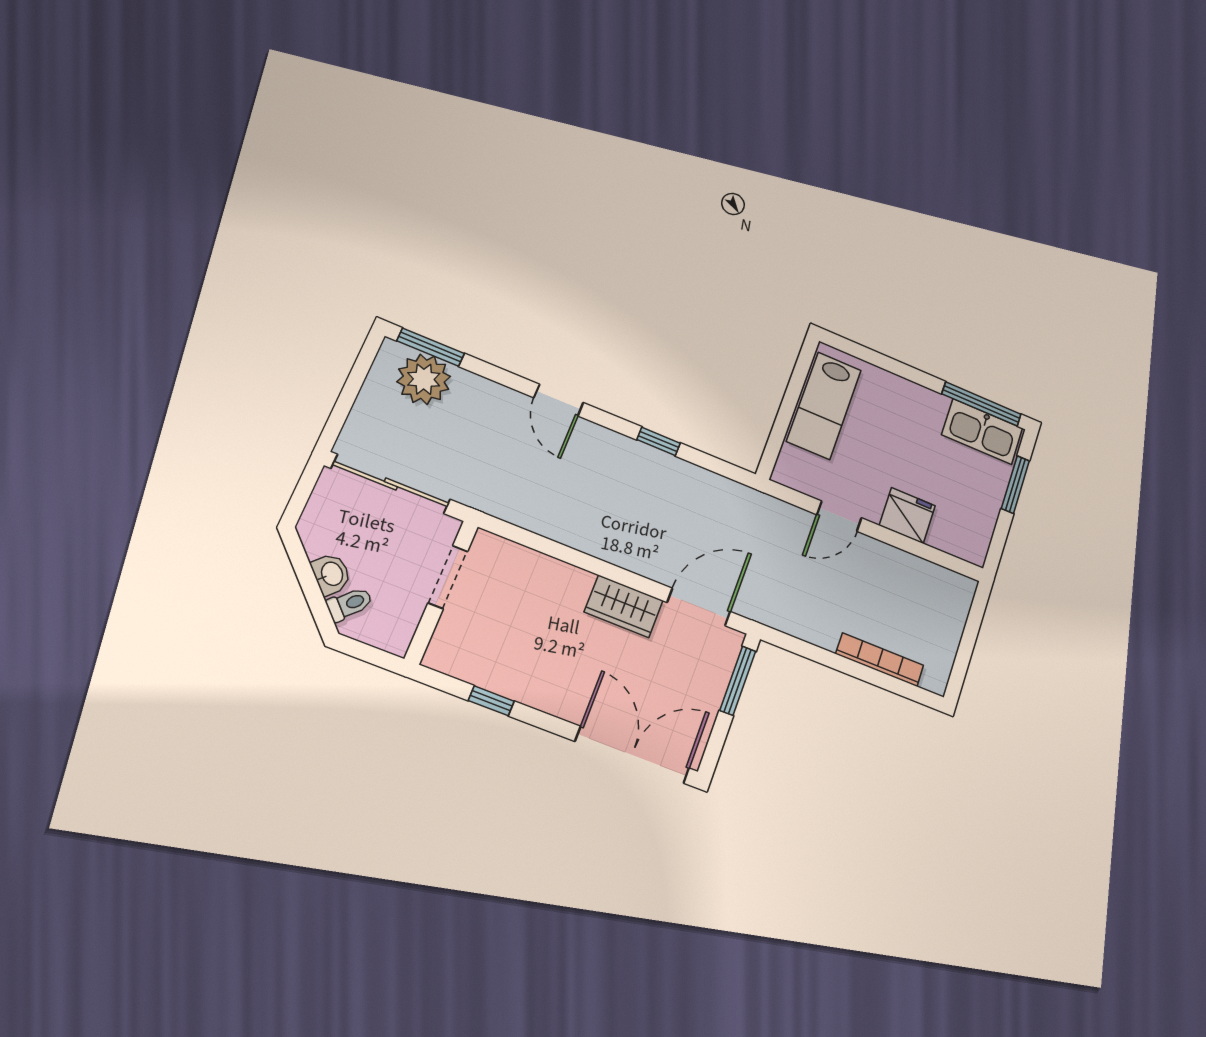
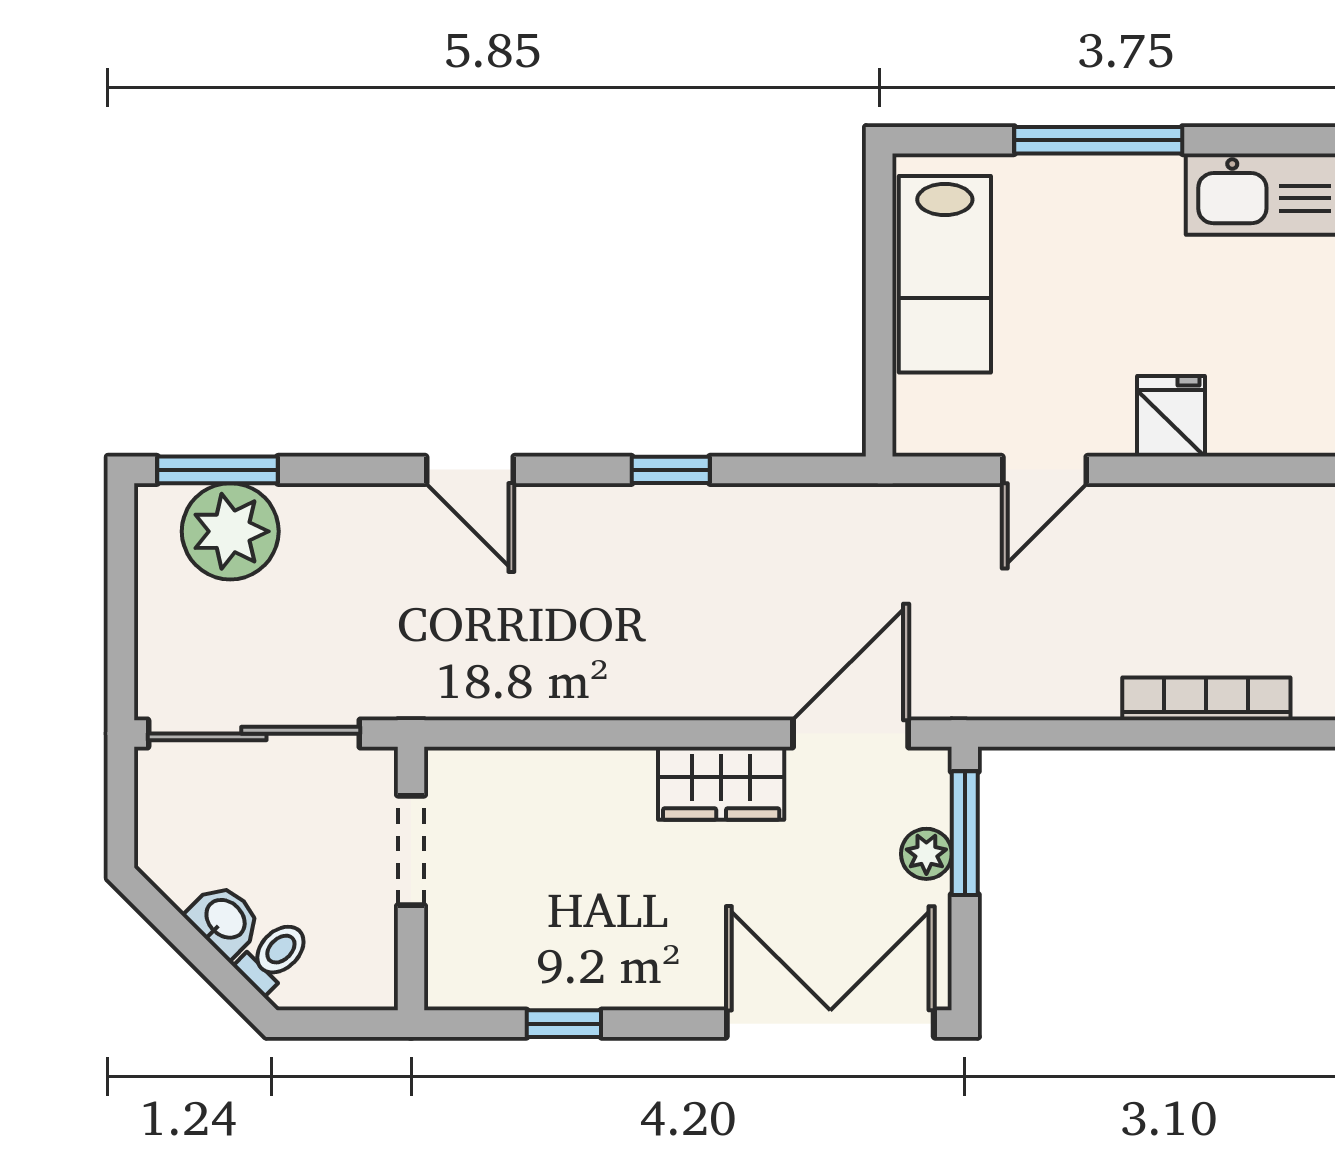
window: (981, 404) -> (1098, 140), moved
fridge: (907, 516) -> (1171, 416), width x0.72
plant: (715, 684) -> (926, 854), added

